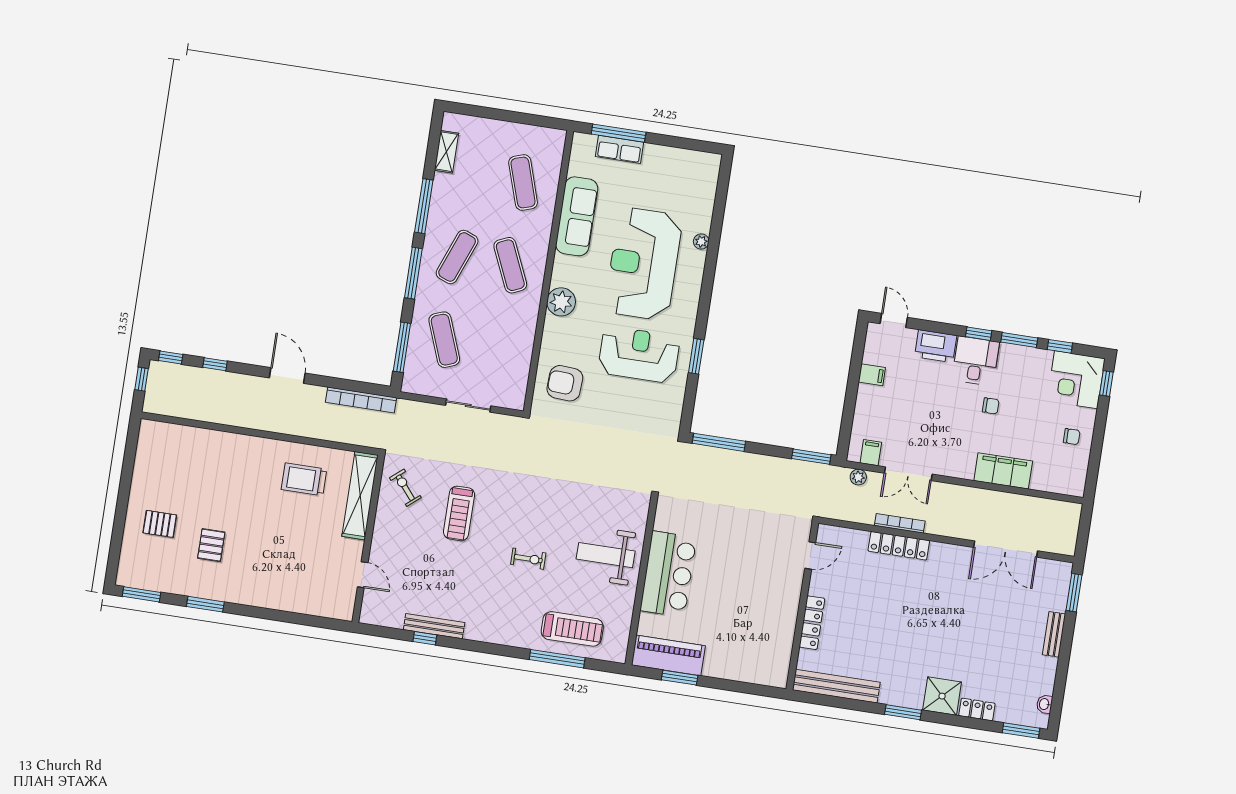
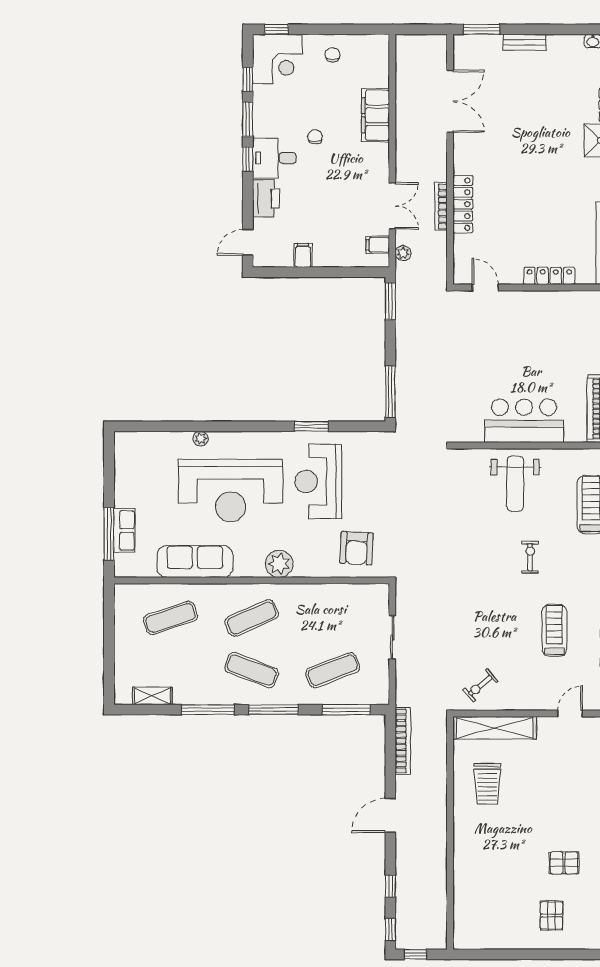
treadmill: (459, 513) -> (554, 630), moved, turned -90

